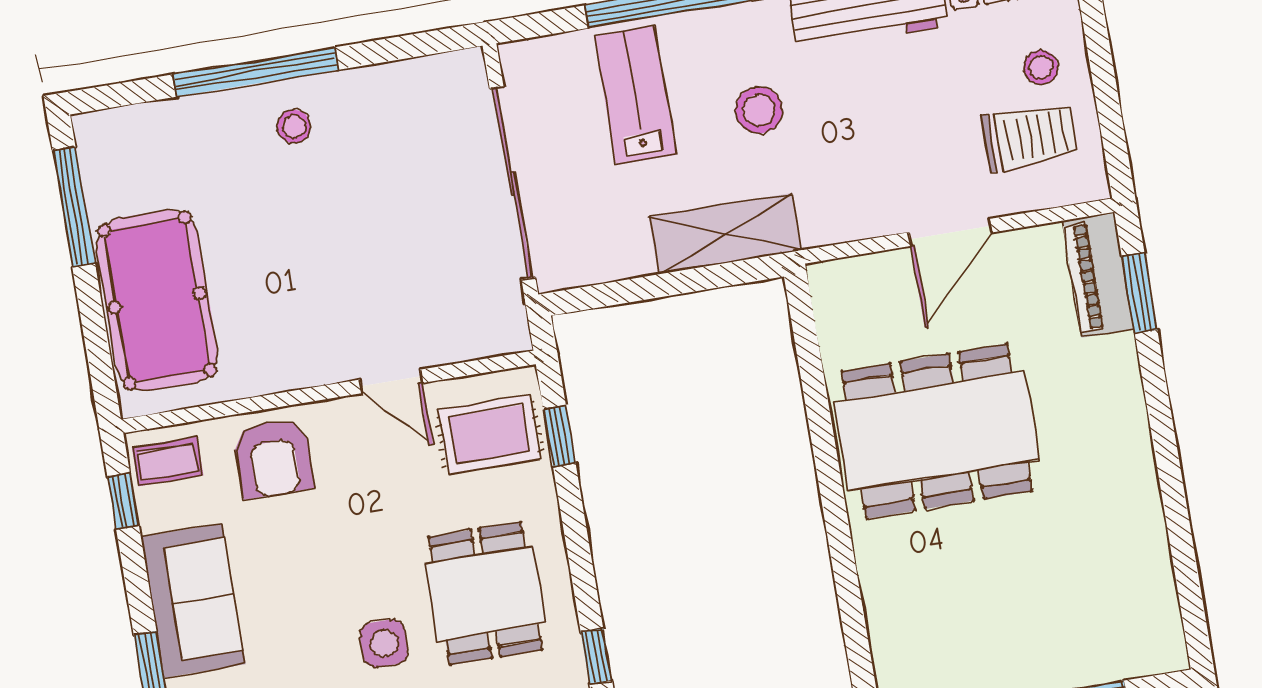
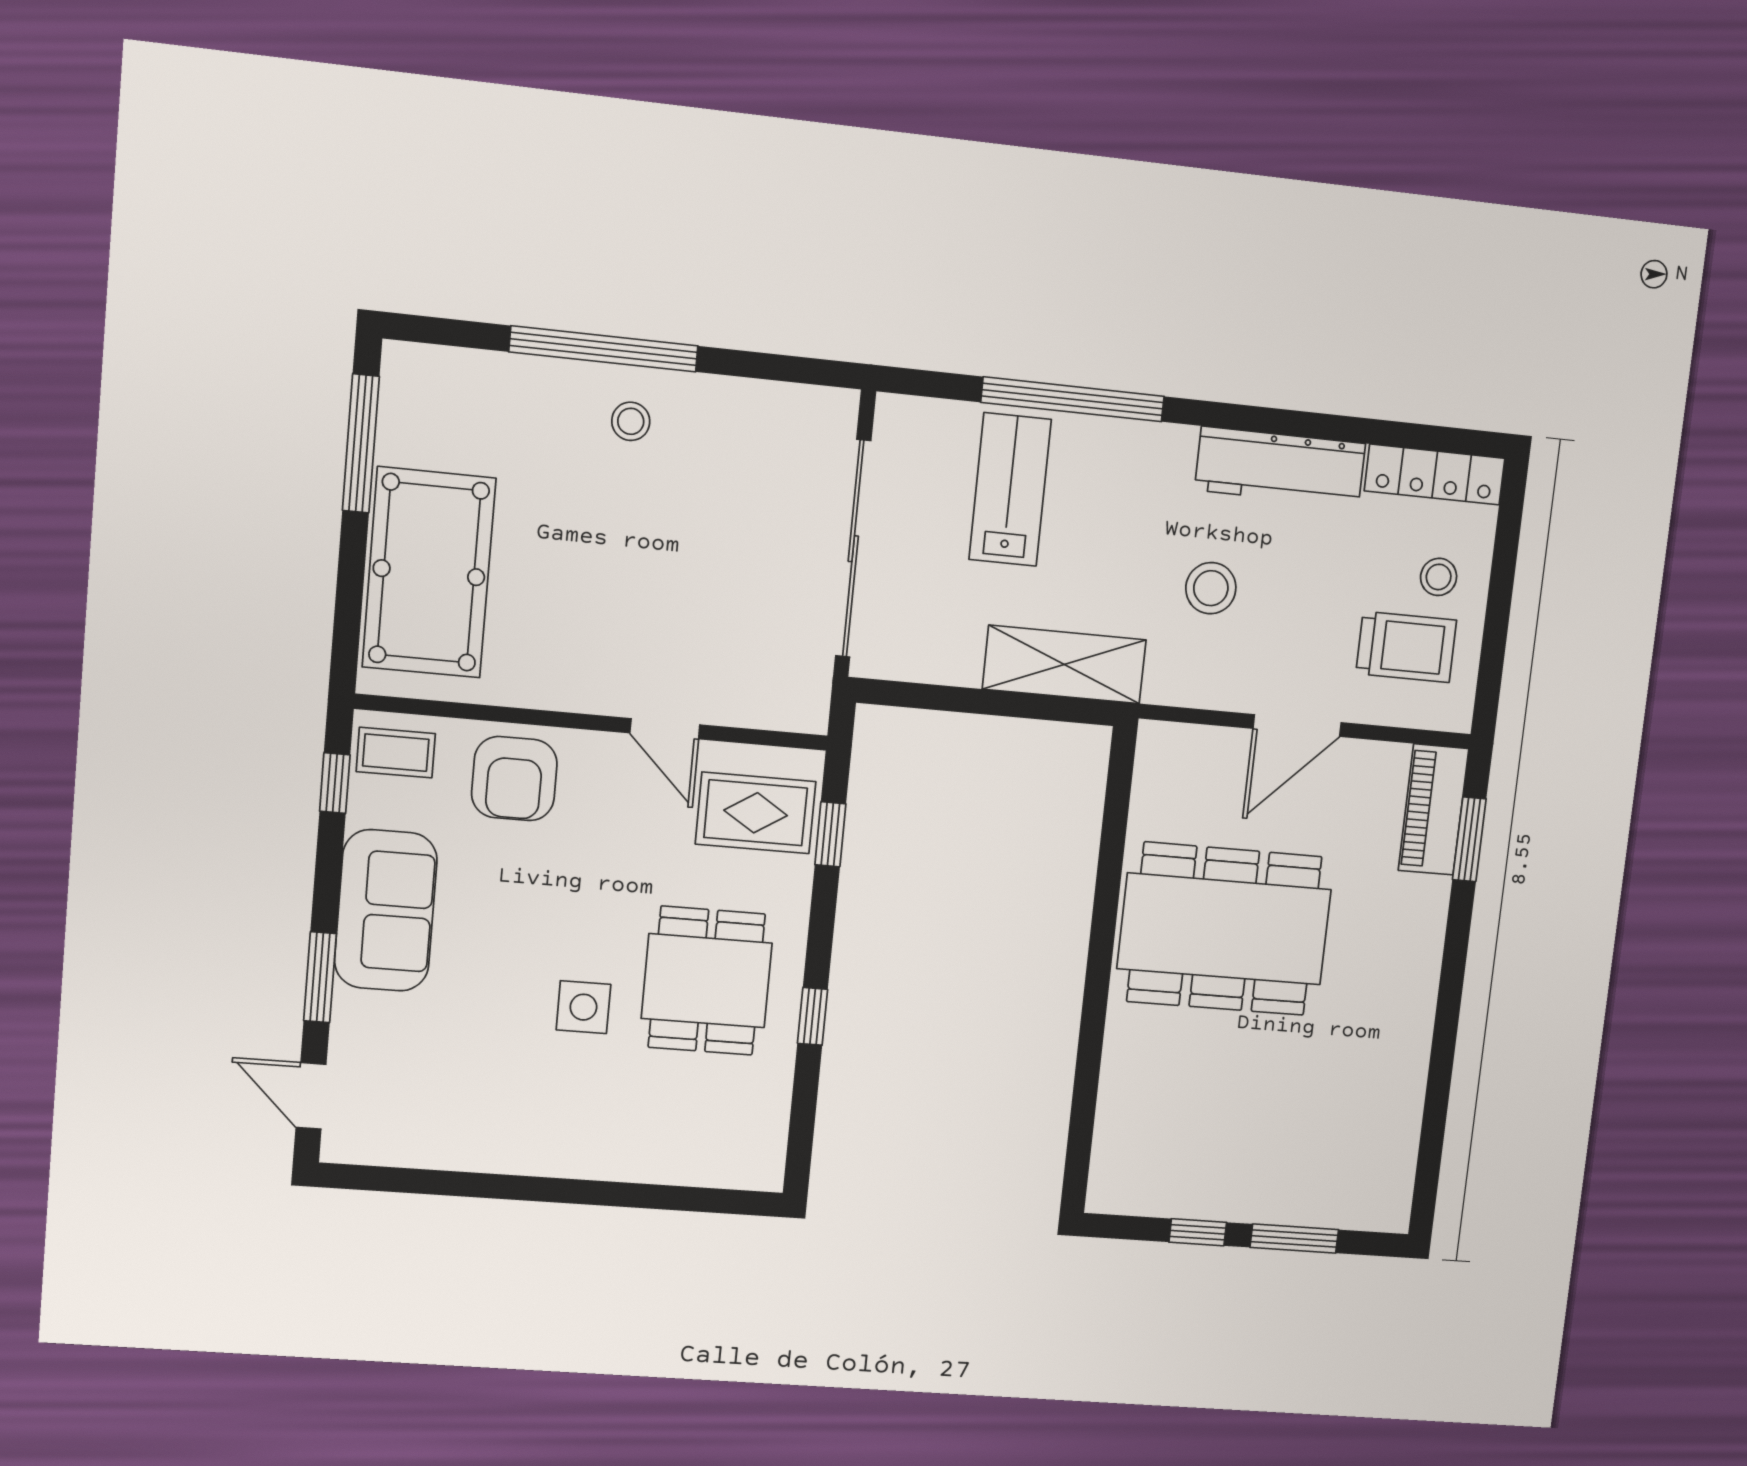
stool: (759, 110) -> (1211, 588), moved
window: (596, 656) -> (813, 1016), moved

